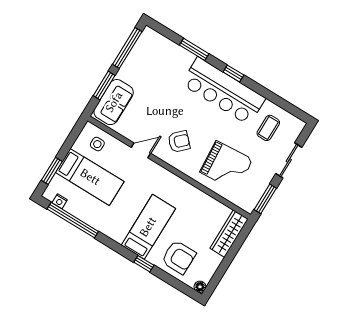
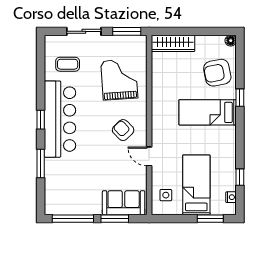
window: (73, 220) -> (240, 177), width x0.32
armchair: (179, 257) -> (217, 73), turned -101

